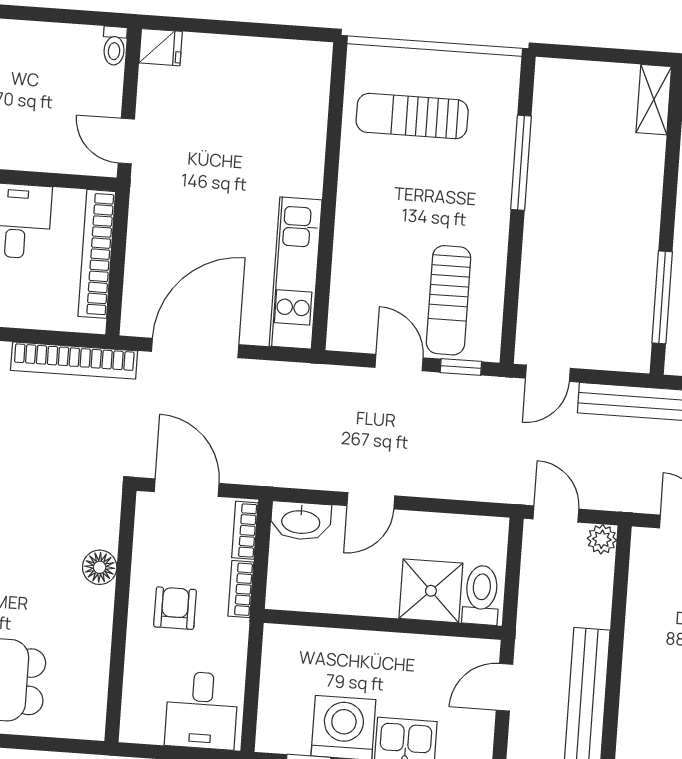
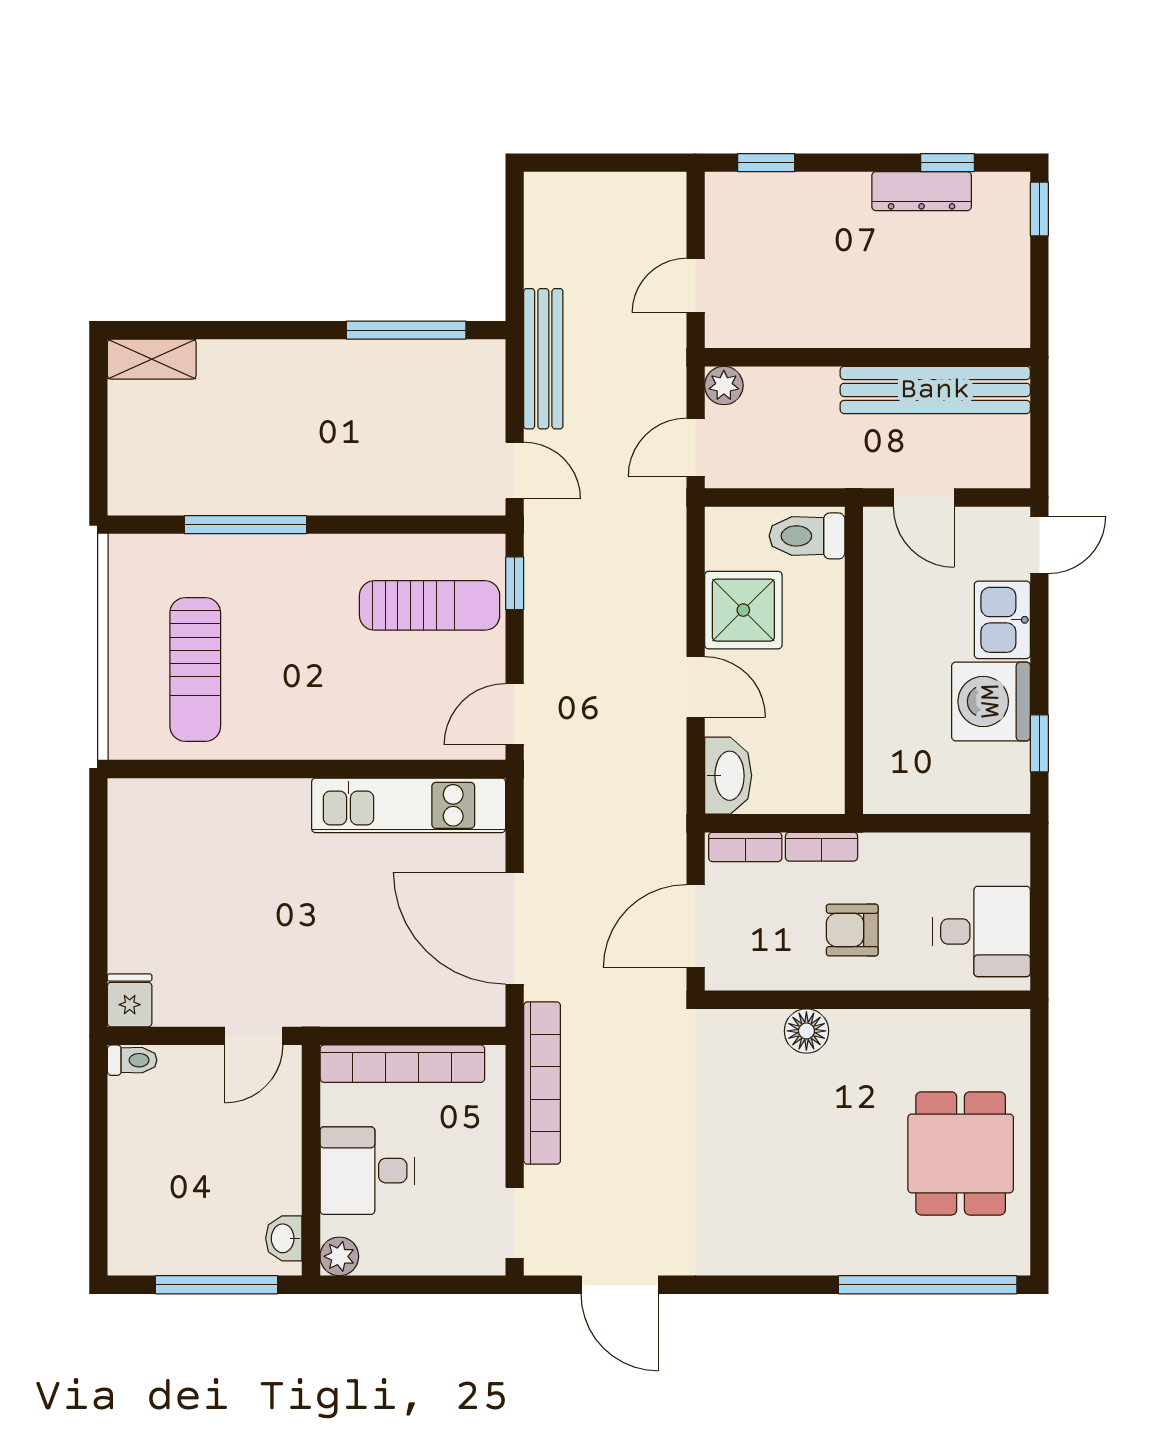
door: (399, 363) -> (515, 714), moved
shower: (431, 591) -> (743, 610), moved
desk: (202, 710) -> (982, 931), moved

